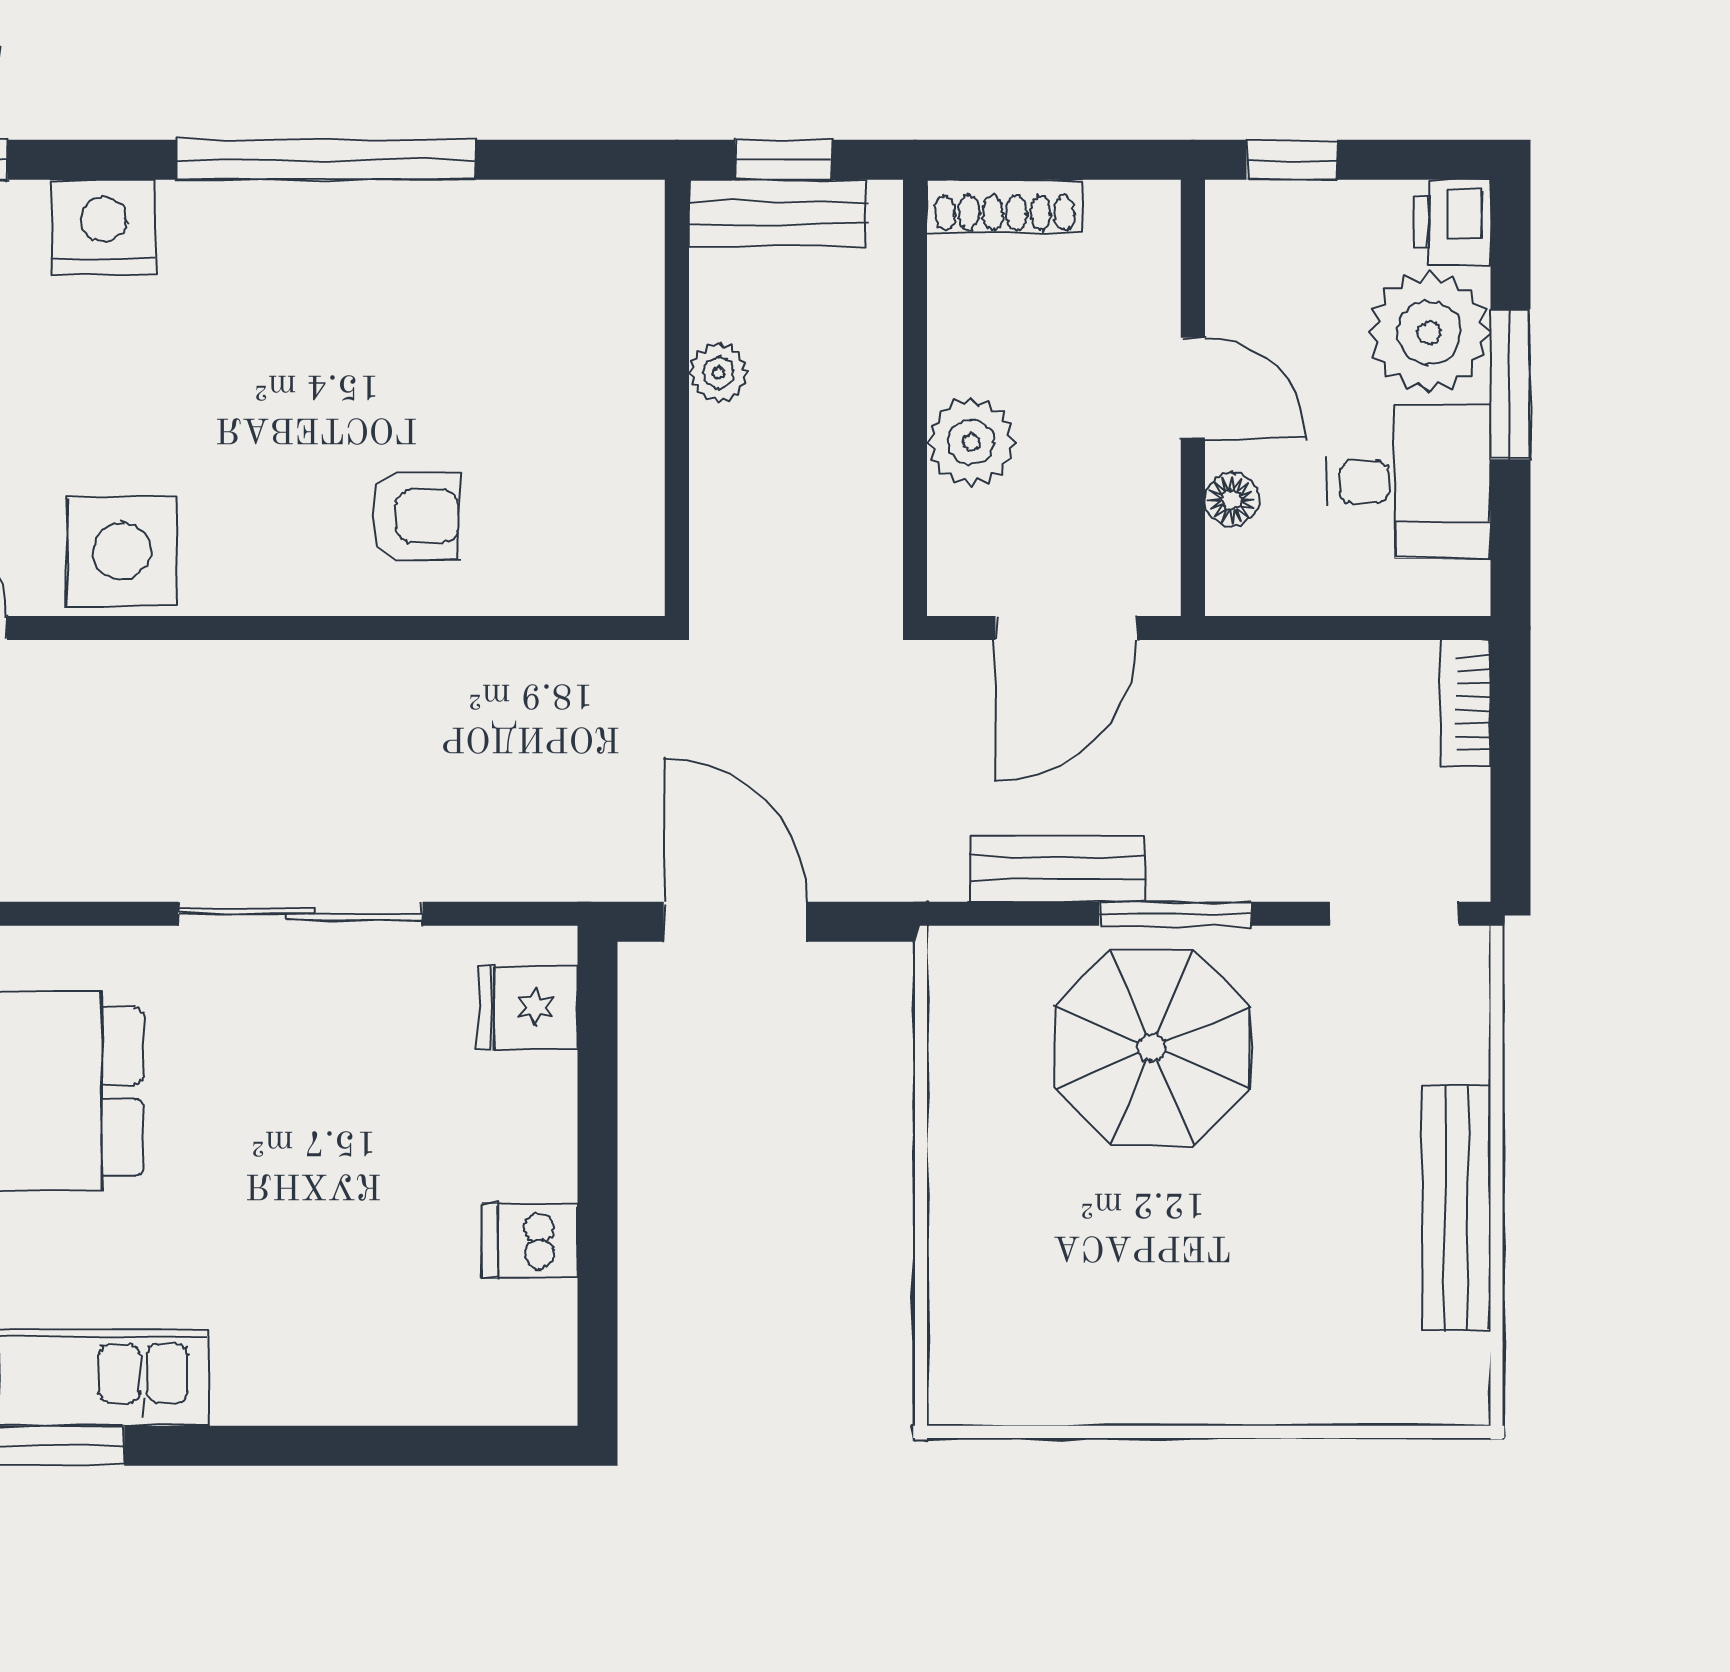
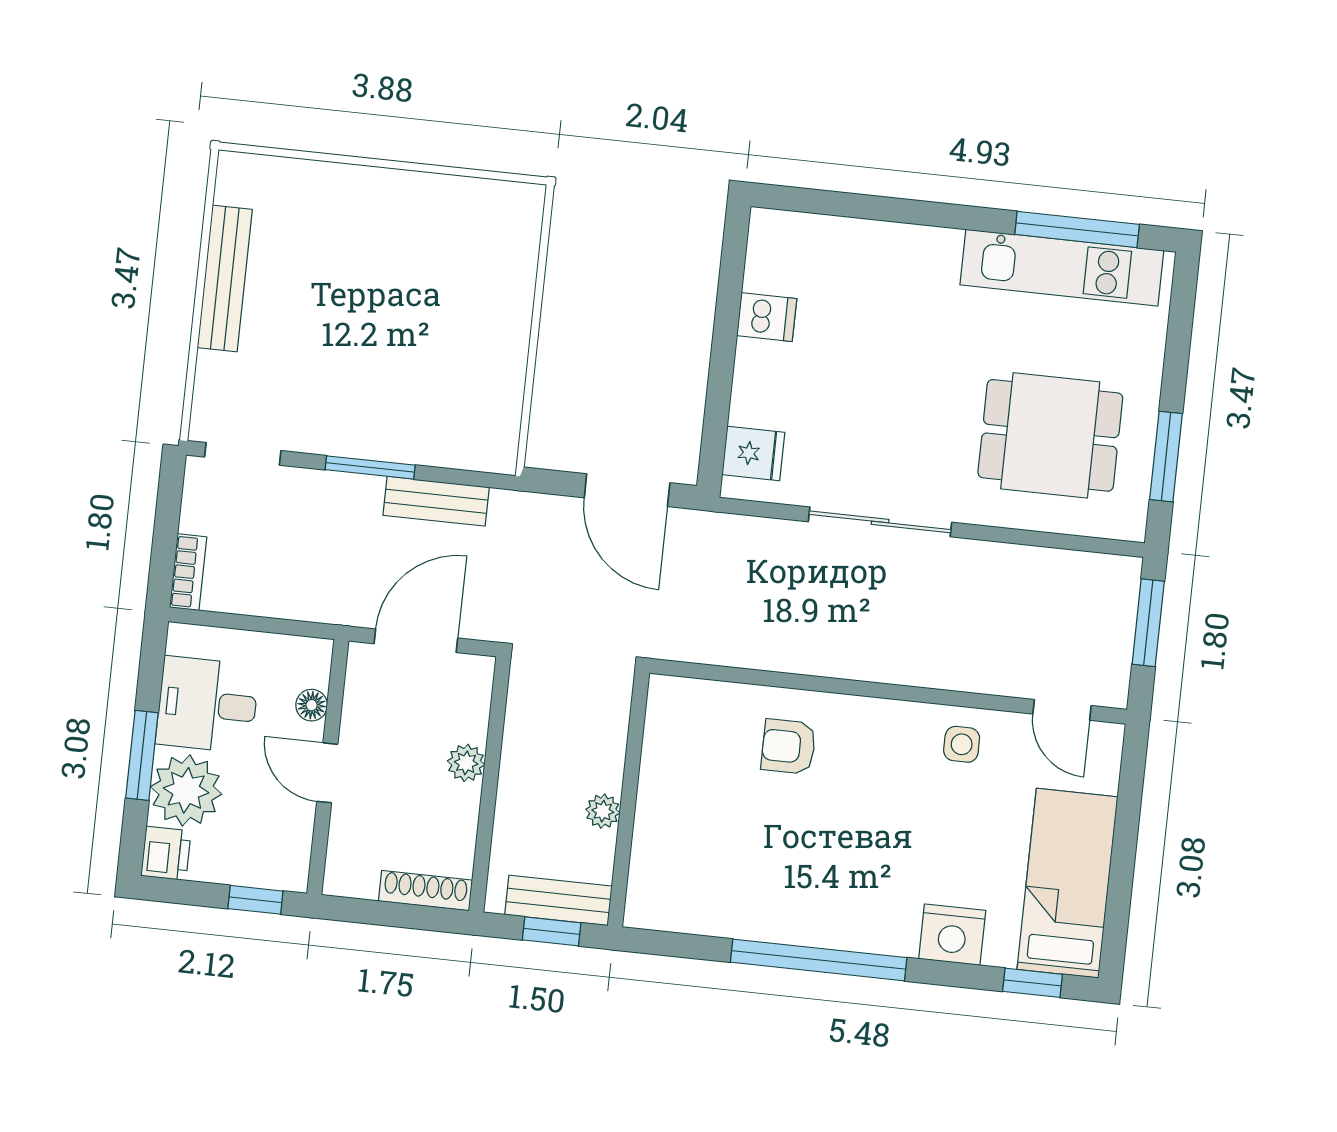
plant: (971, 442) -> (466, 763), width x0.73, depth x0.73
side table: (122, 551) -> (962, 744), width x0.54, depth x0.54
parasol: (1152, 1047) -> (392, 391), removed

